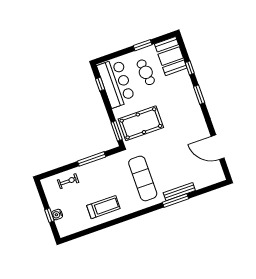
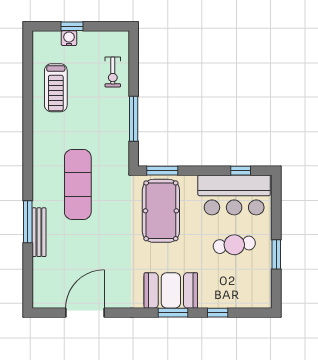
booth: (171, 56) -> (171, 290), moved
exercise mat: (143, 178) -> (78, 185), turned 90
treadmill: (103, 207) -> (56, 88), moved

